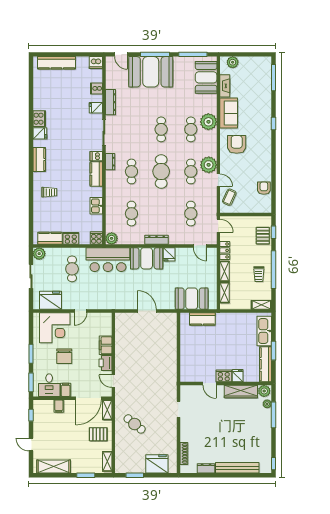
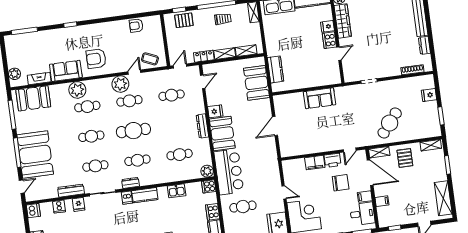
cafe table: (131, 129) -> (95, 166), added
chair: (64, 356) -> (341, 183), moved
sofa: (168, 358) -> (320, 98), added
cafe table: (135, 424) -> (390, 123), width x1.37, depth x1.35
fridge: (157, 464) -> (429, 95), width x0.53, depth x0.75

